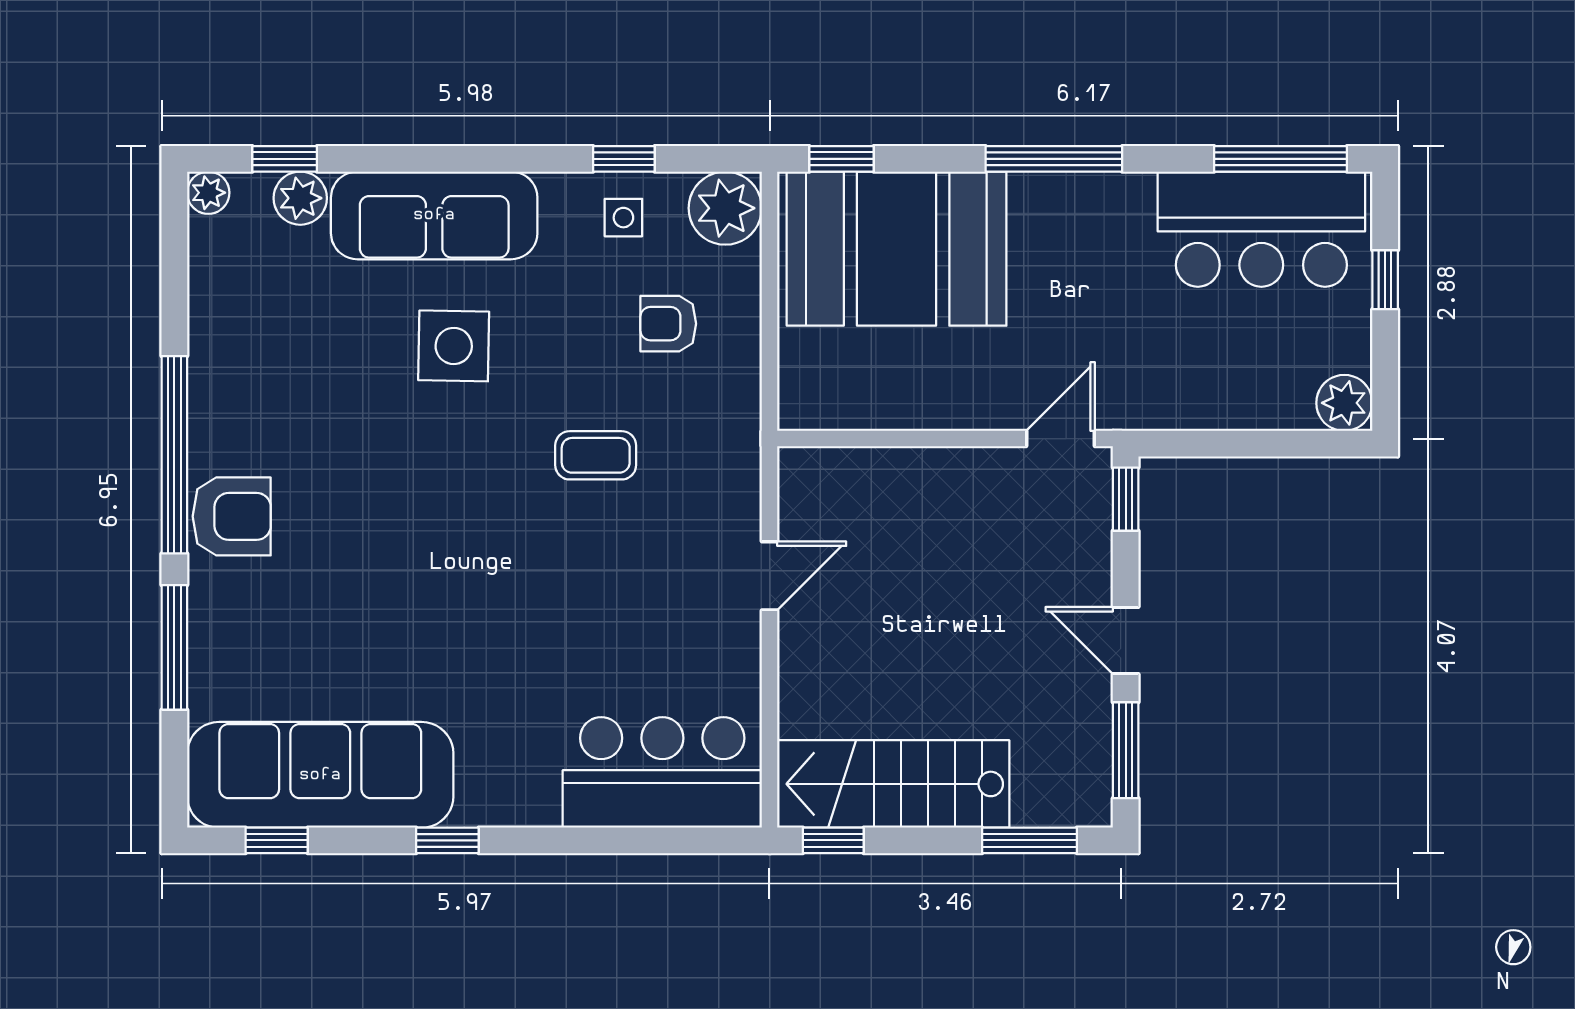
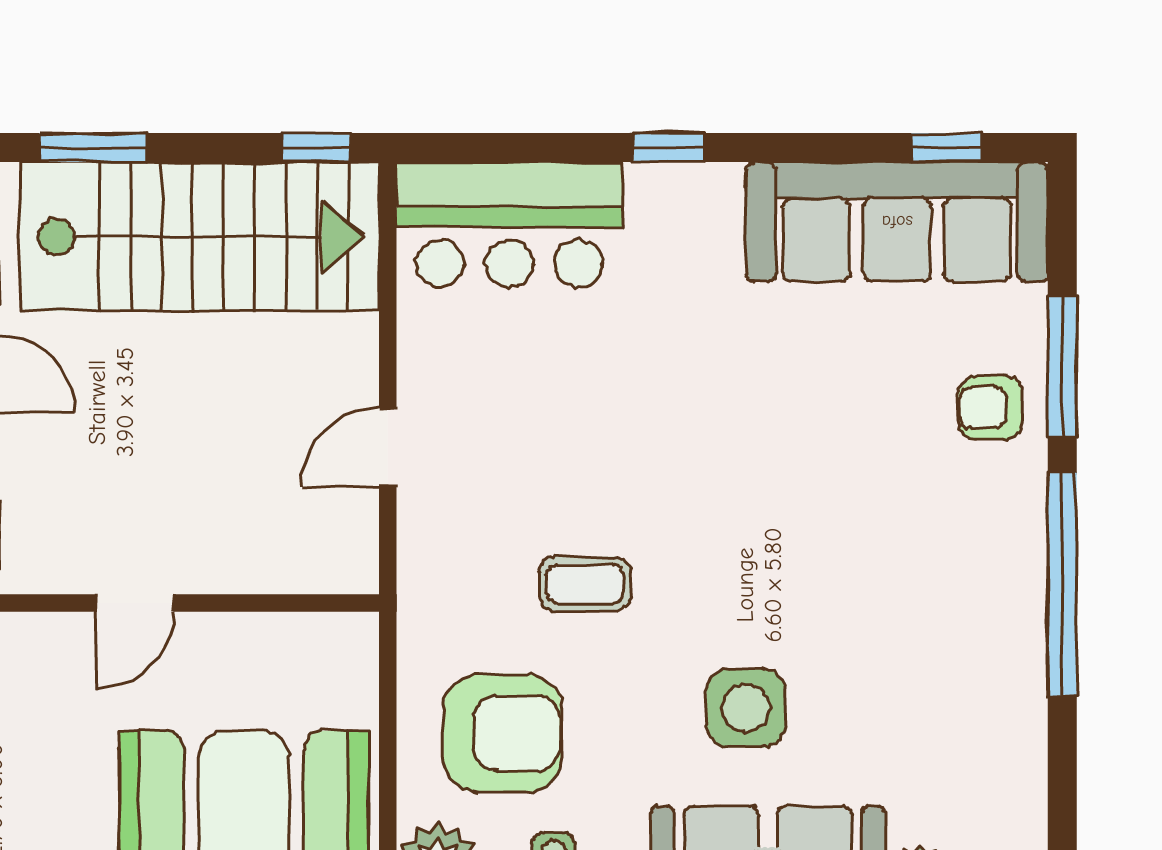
armchair: (668, 324) -> (503, 733), width x1.88, depth x1.88
door: (1061, 439) -> (135, 603), moved
armchair: (232, 516) -> (990, 407), moved, width x0.72, depth x0.72
stairs: (893, 784) -> (200, 237), width x1.36, depth x1.51
window: (447, 840) -> (668, 147), moved

